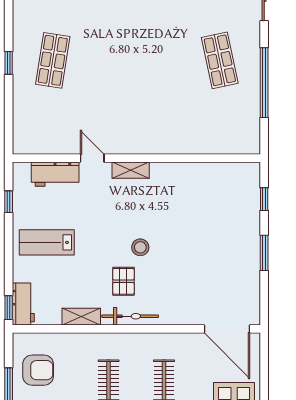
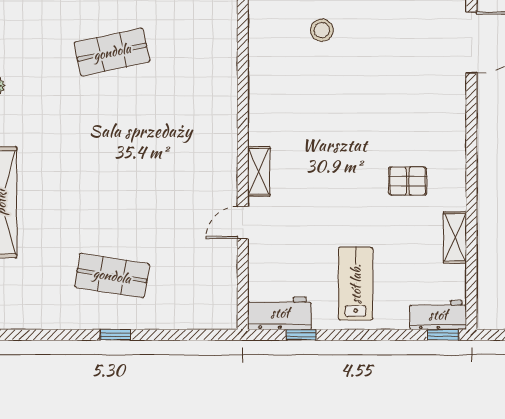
workbench: (55, 174) -> (280, 313), moved, turned -90
lab bench: (47, 242) -> (356, 284), turned 180
stool: (140, 247) -> (322, 30), moved
bicycle: (130, 316) -> (454, 172), removed

